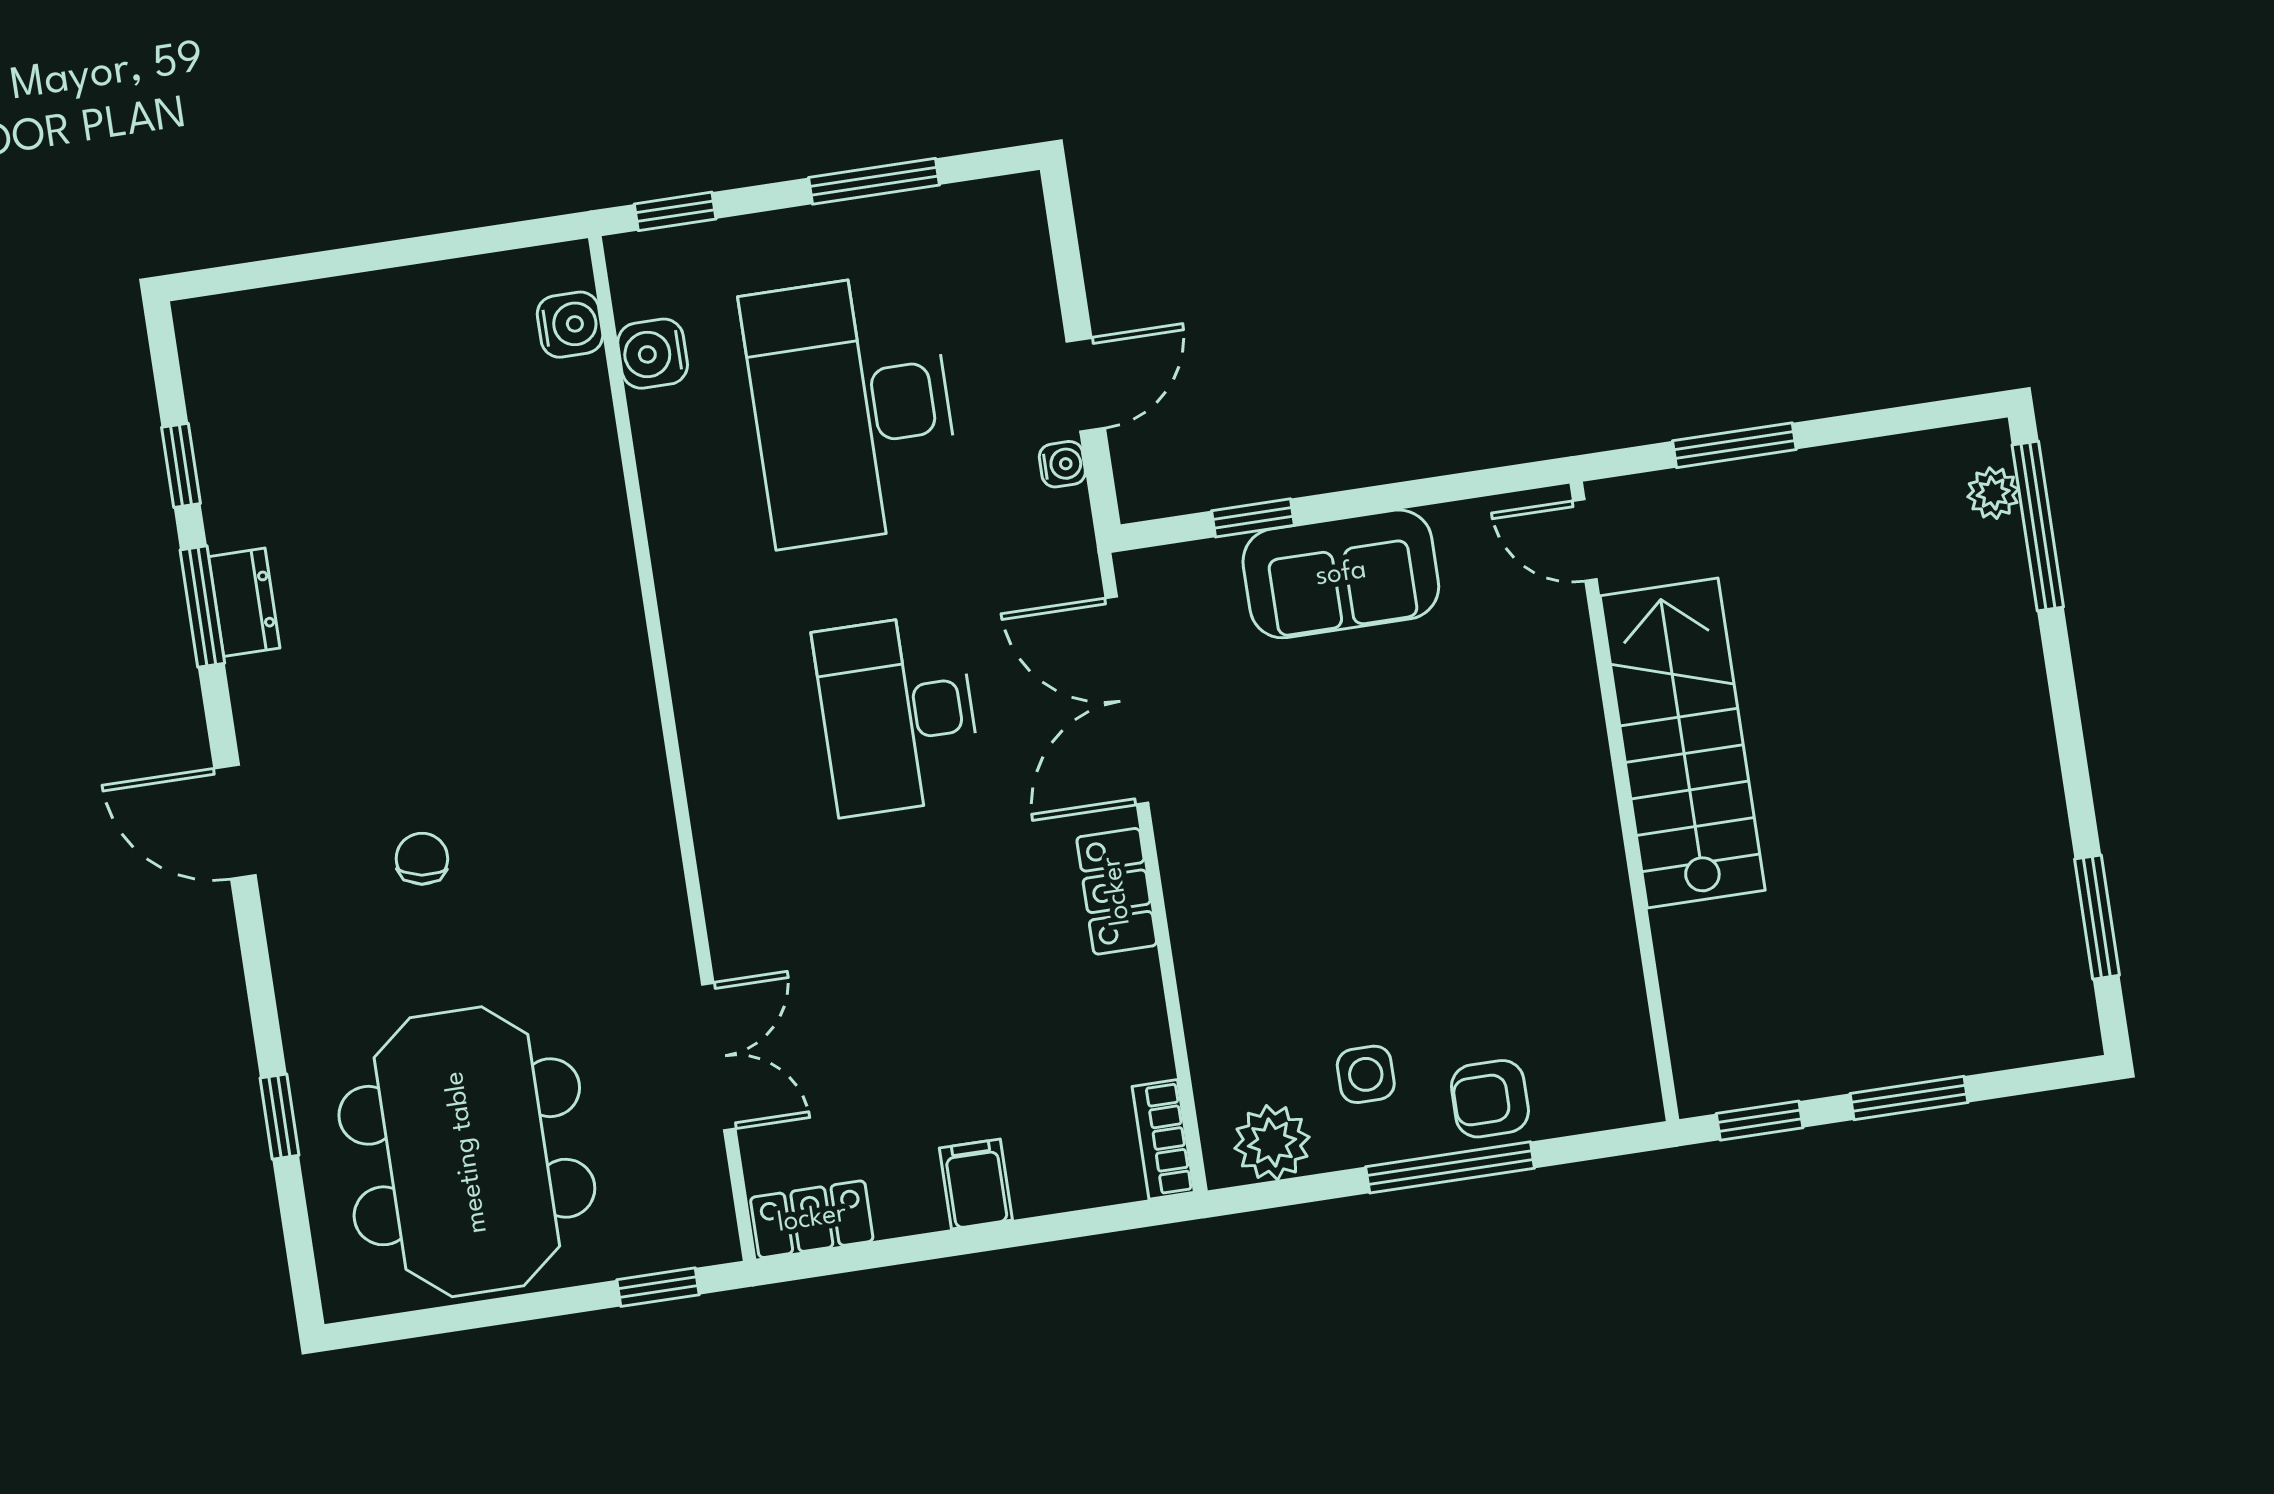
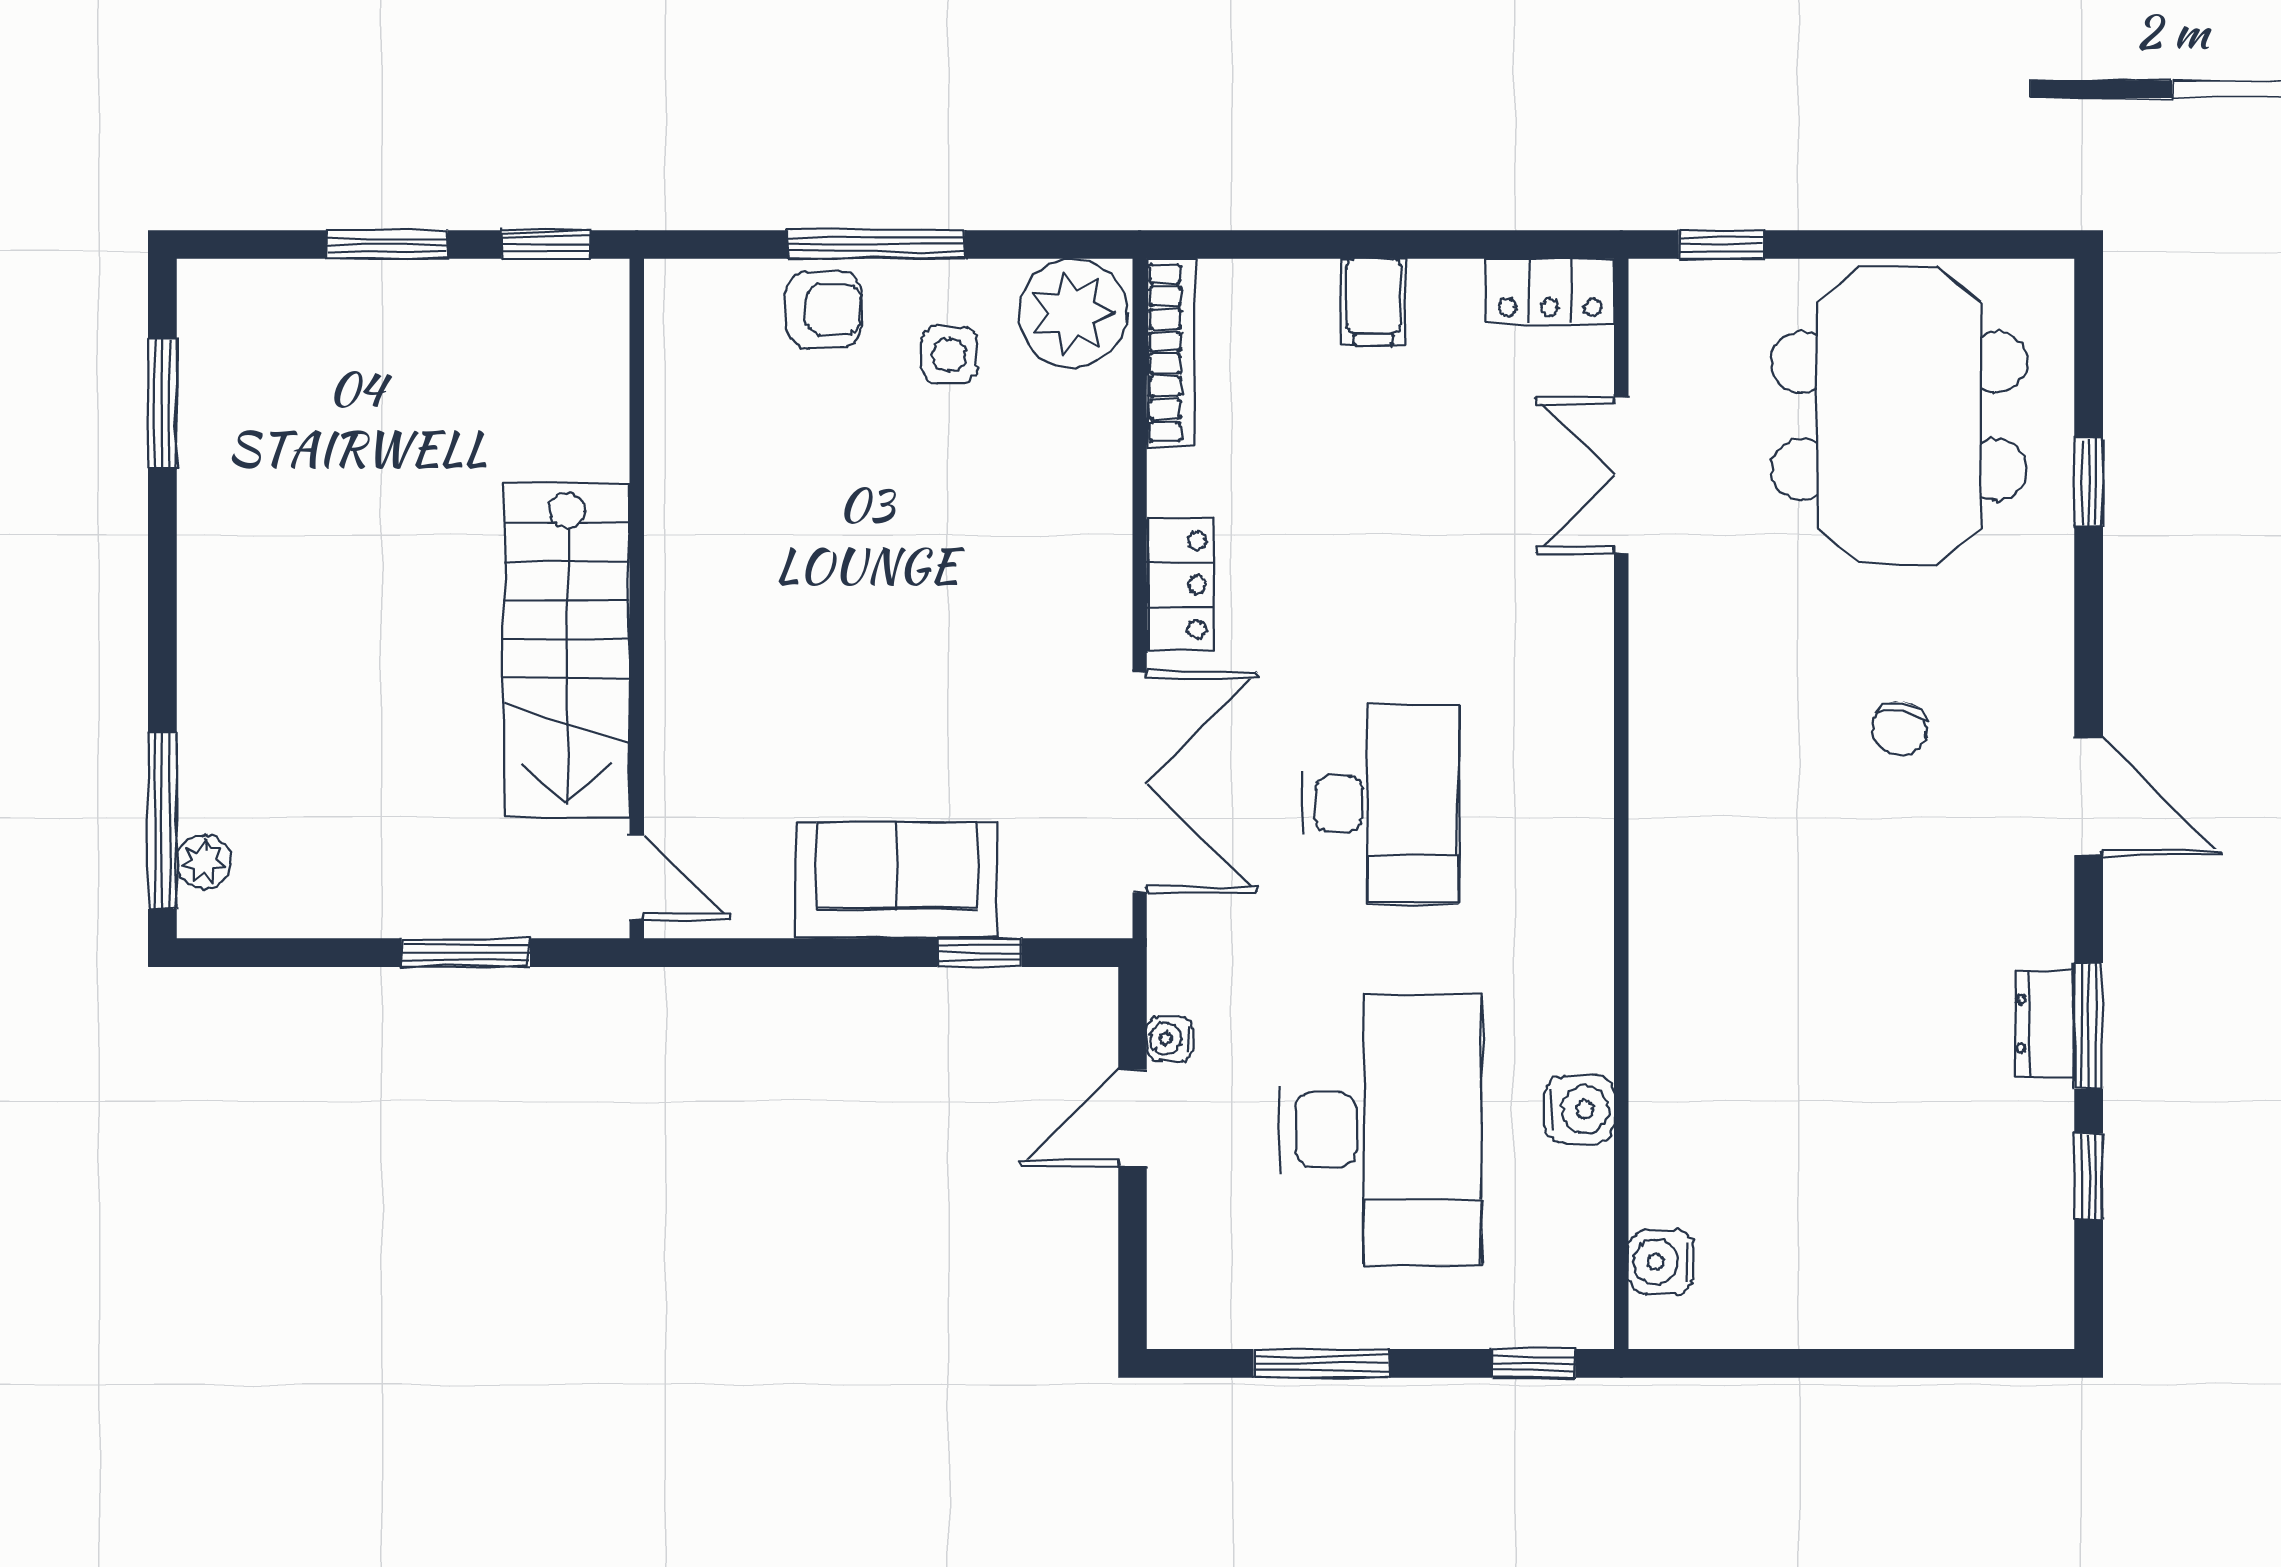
water cooler: (653, 354) -> (1579, 1109), moved
bookcase: (1163, 1139) -> (1171, 353), width x1.56
plant: (1272, 1143) -> (1072, 313), width x1.36, depth x1.36

